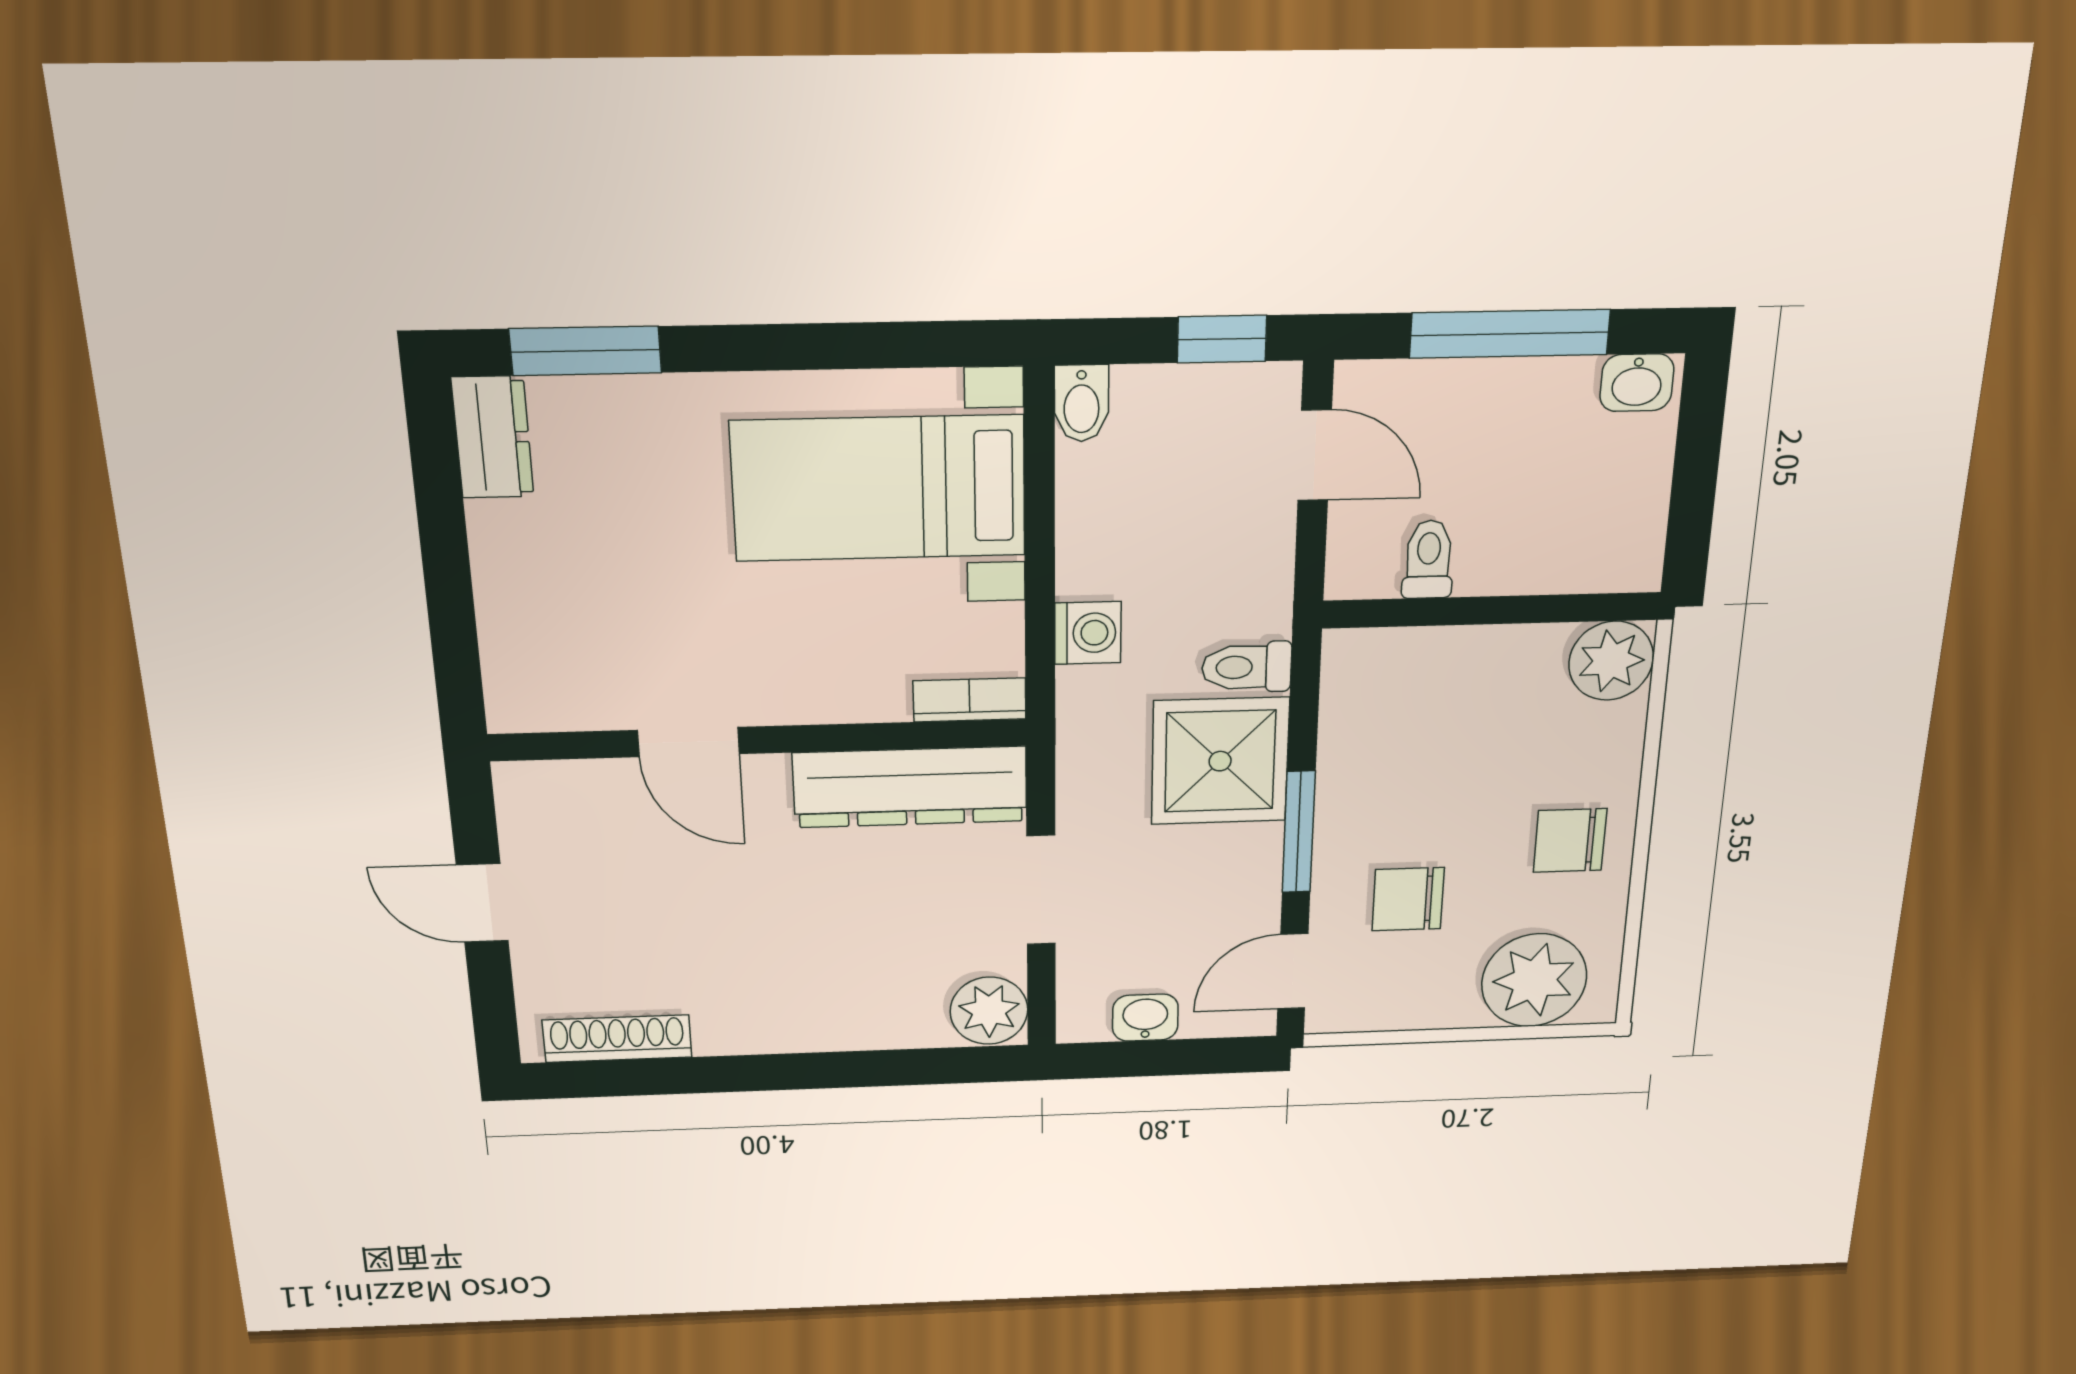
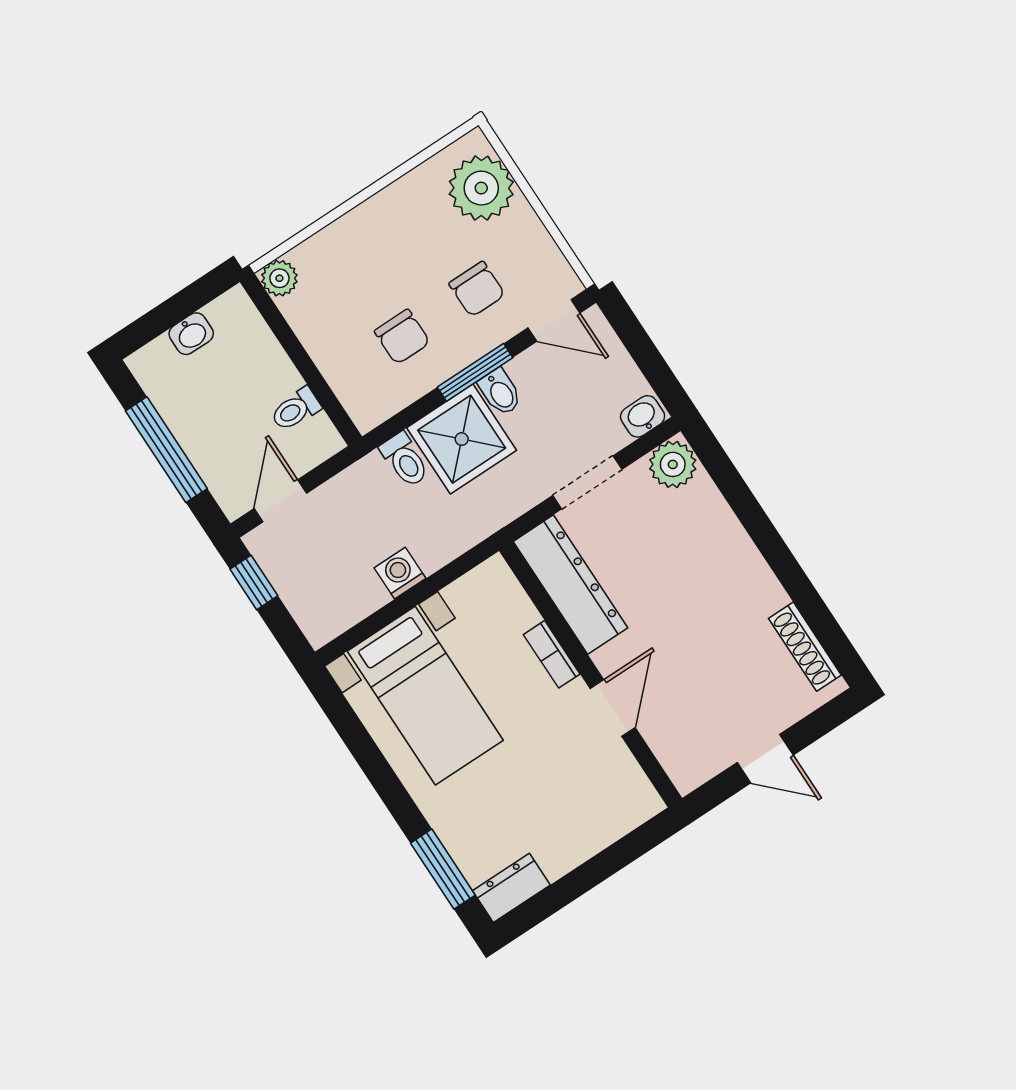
washbasin: (1637, 383) -> (191, 334), moved, turned 90
bidet: (1081, 403) -> (500, 392), moved, turned 90
washing machine: (1088, 633) -> (400, 573), moved
plant: (1611, 661) -> (279, 278), width x0.73, depth x0.73
bookcase: (970, 700) -> (552, 654), moved
chair: (1570, 840) -> (402, 337), moved
door: (482, 903) -> (765, 759), hinge flipped
washbasin: (1145, 1018) -> (643, 416), moved, turned 90

